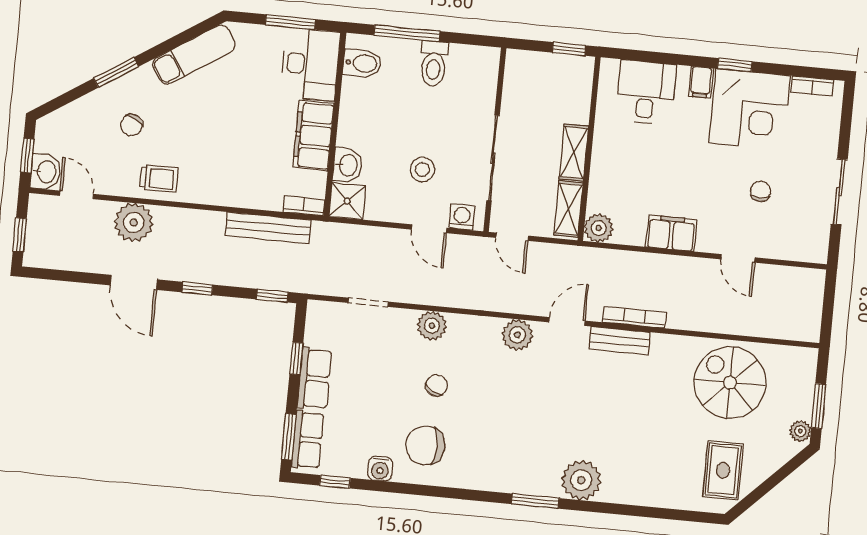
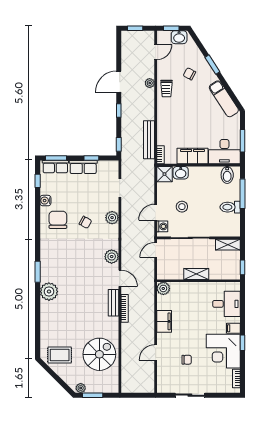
washbasin: (46, 172) -> (179, 37), moved
shelving: (568, 209) -> (228, 245), moved
plant: (134, 222) -> (150, 83), width x0.53, depth x0.53

